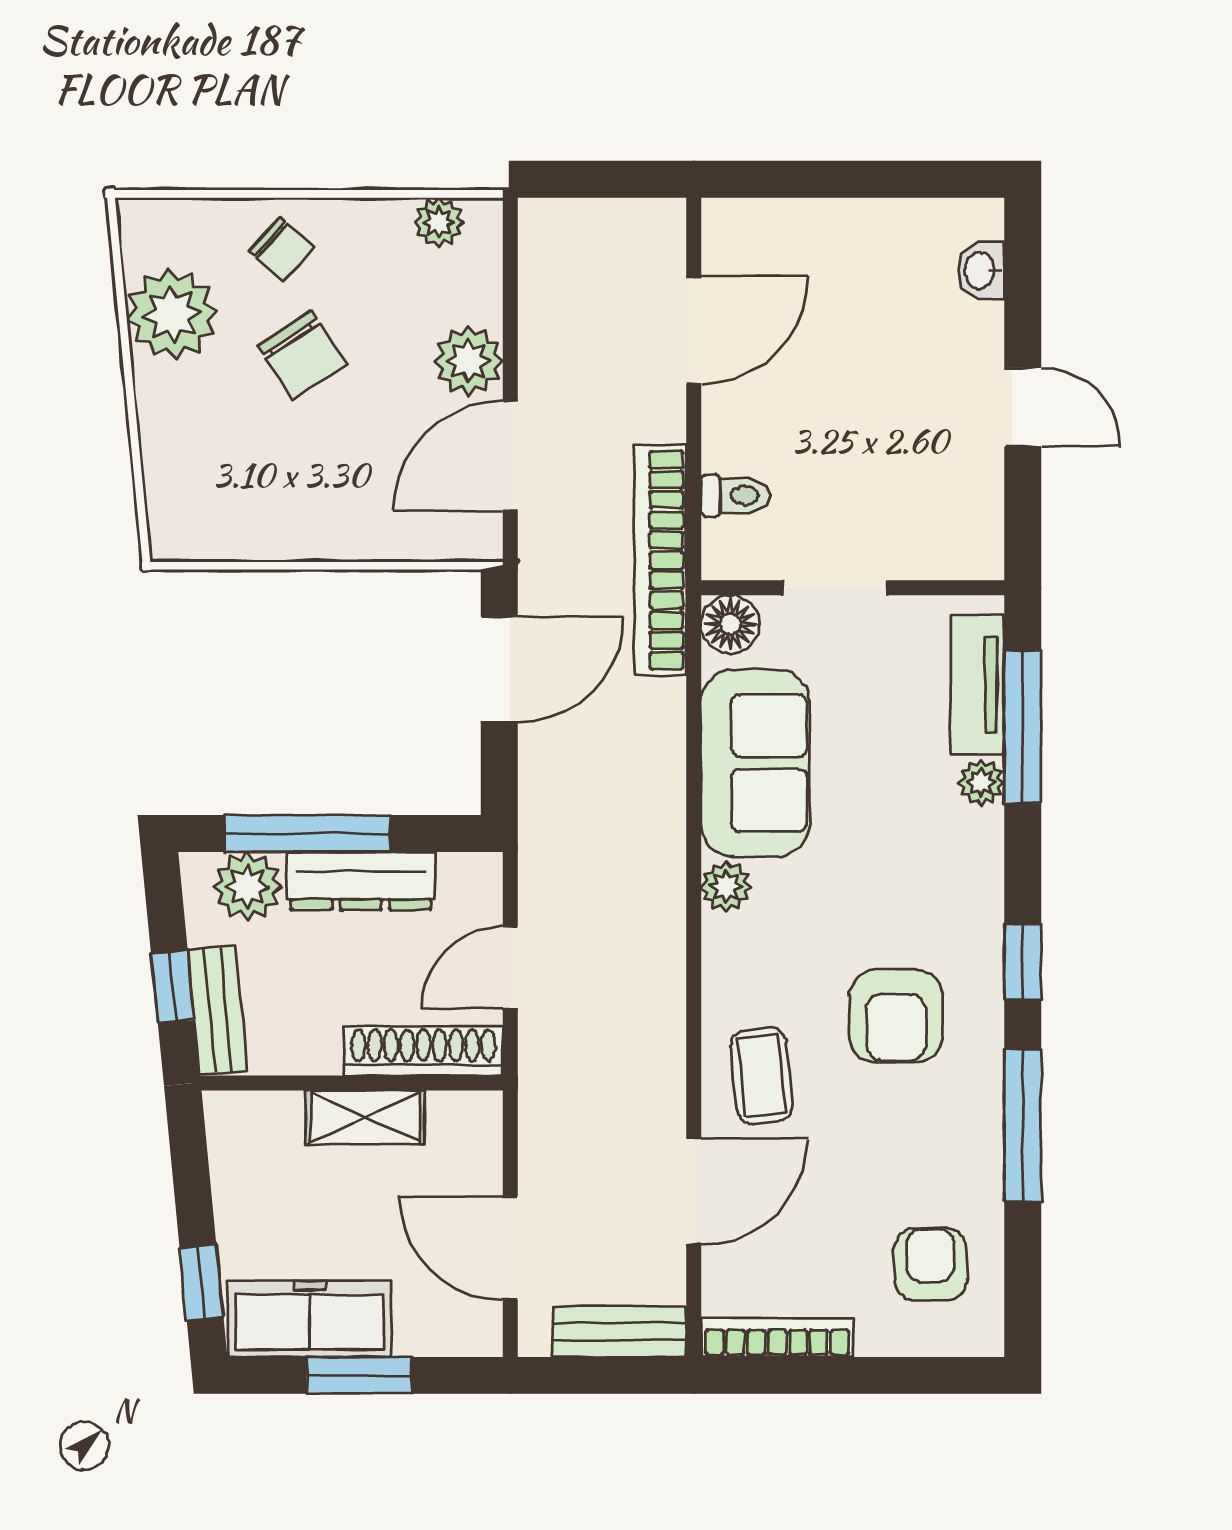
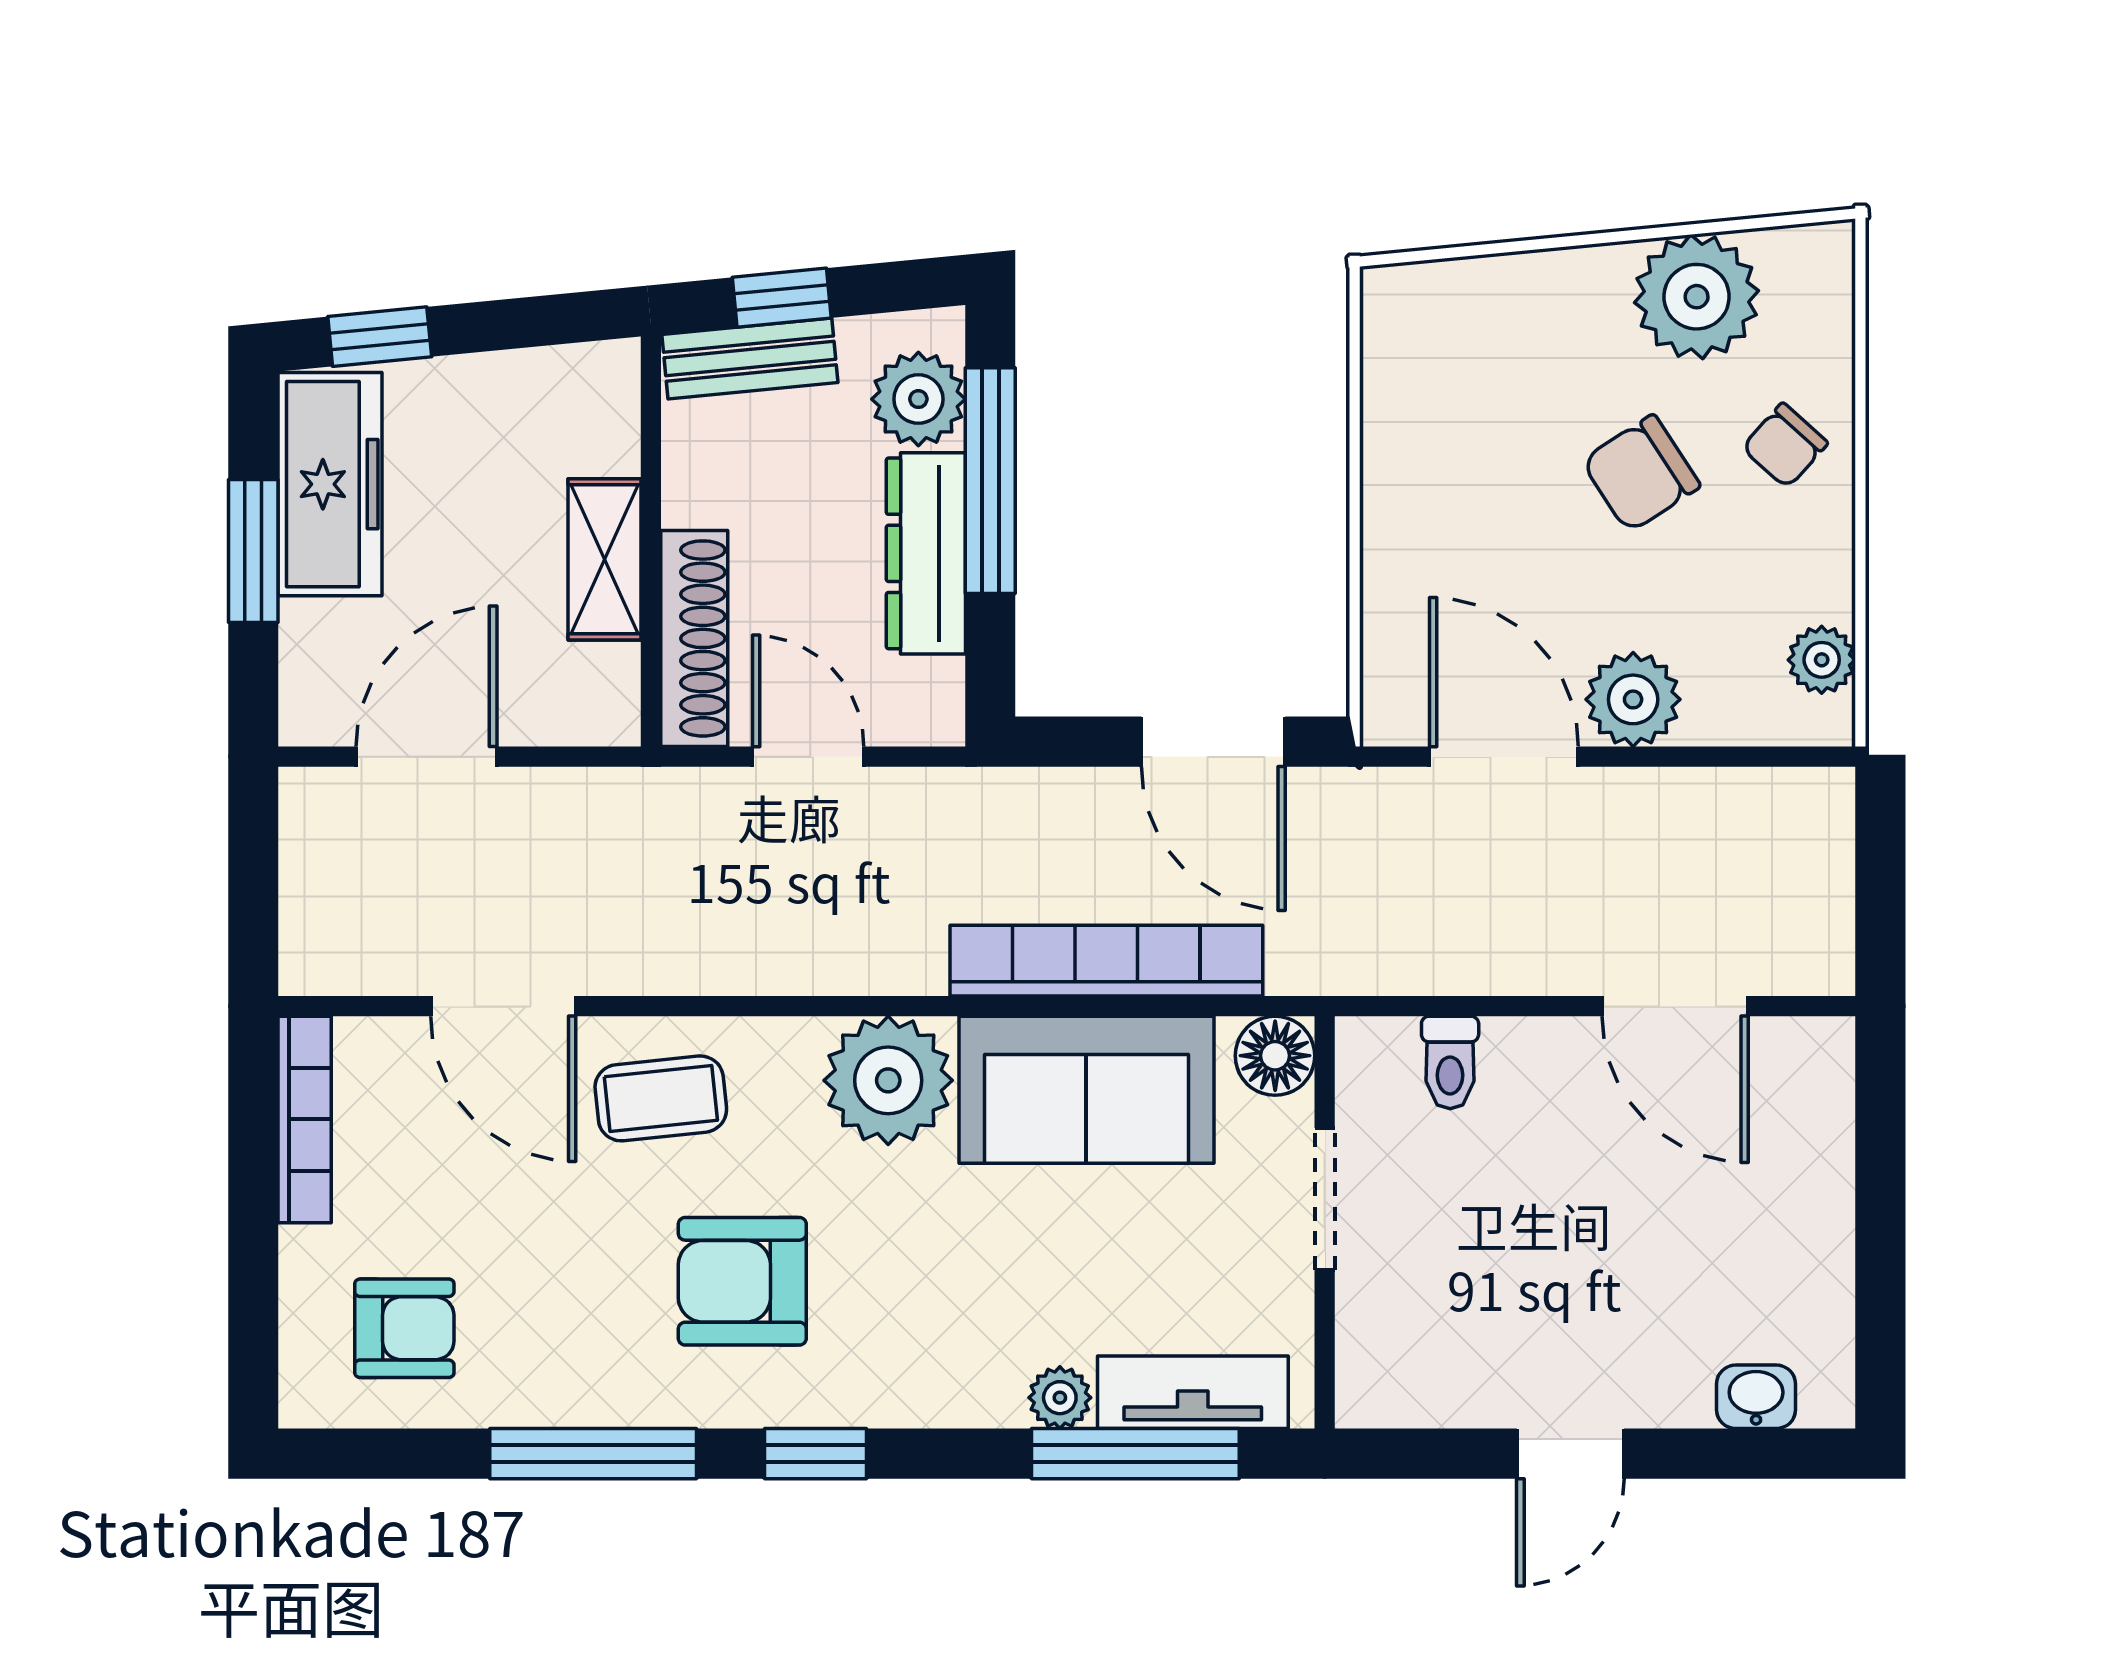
bookcase: (660, 560) -> (1106, 961), moved
plant: (726, 887) -> (888, 1080), width x1.87, depth x1.87
bench: (620, 1332) -> (313, 905), removed

